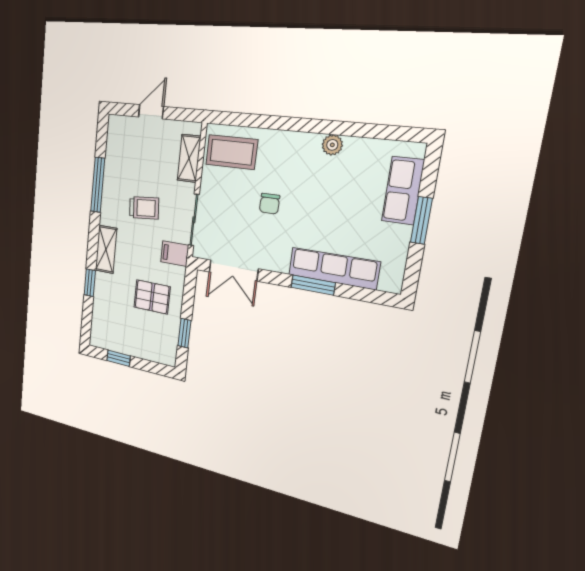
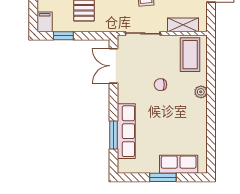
plant: (332, 145) -> (201, 92), moved
filing cabinet: (175, 254) -> (45, 22), moved
window: (313, 285) -> (113, 135), moved

